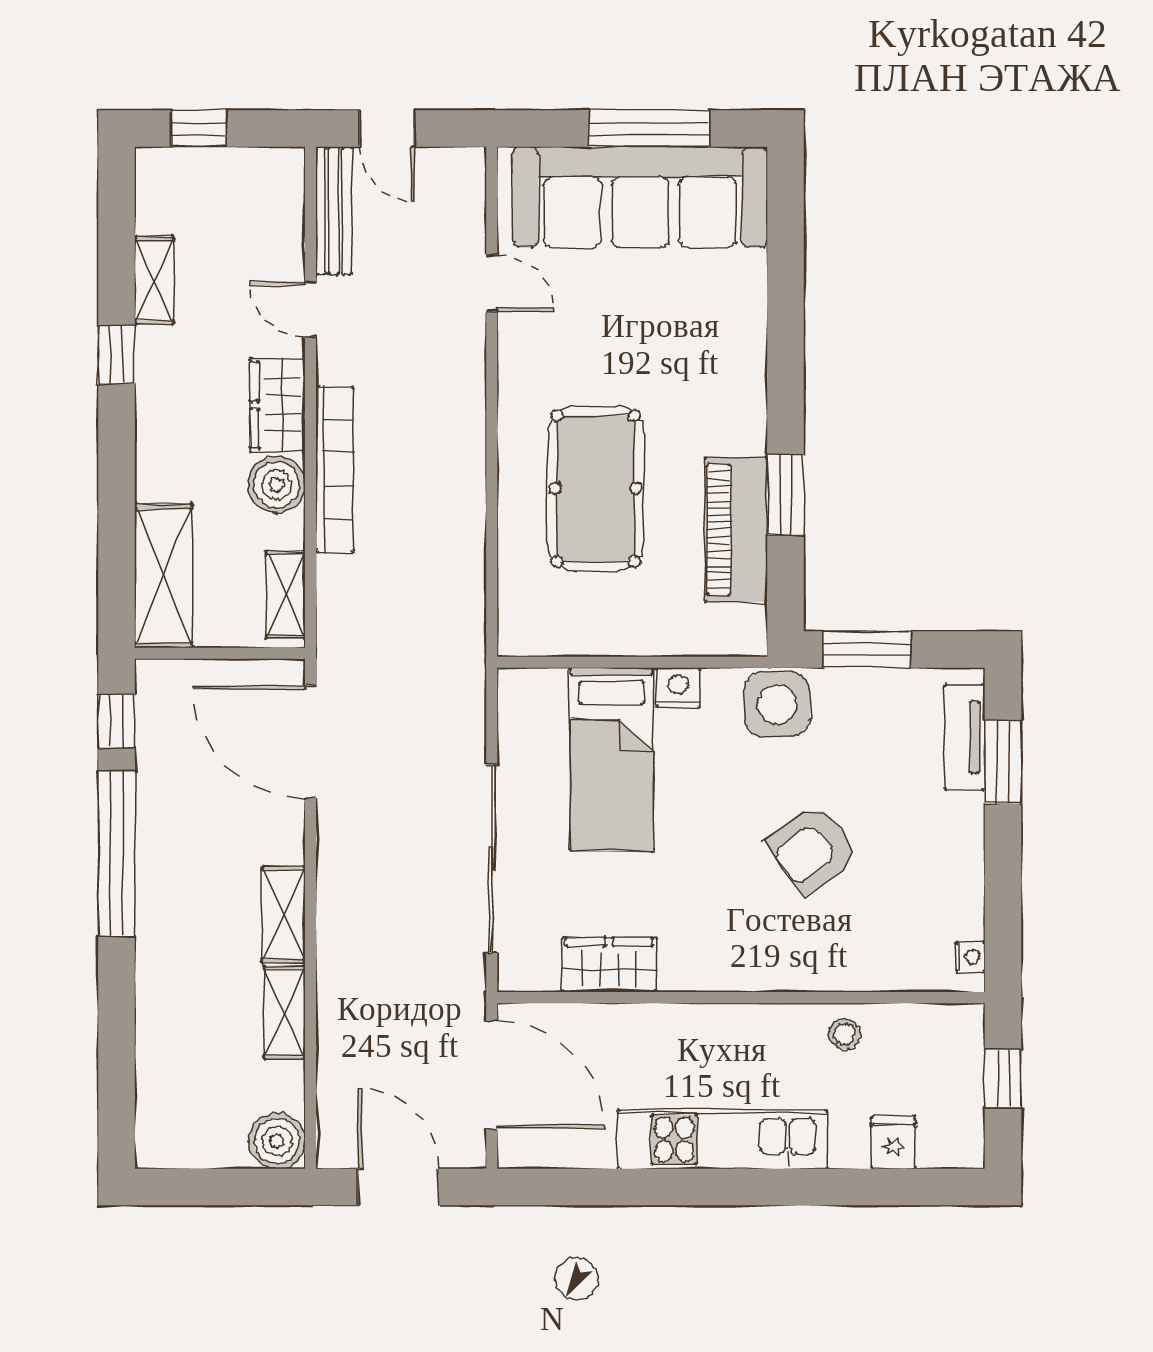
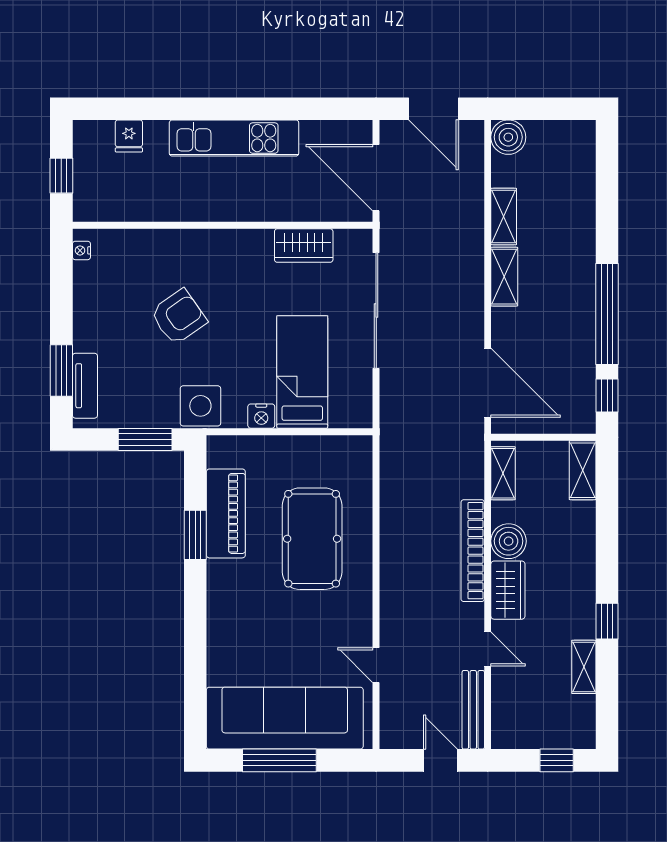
shelving: (163, 576) -> (583, 470), width x0.67, depth x0.75
stool: (844, 1034) -> (159, 203), removed

